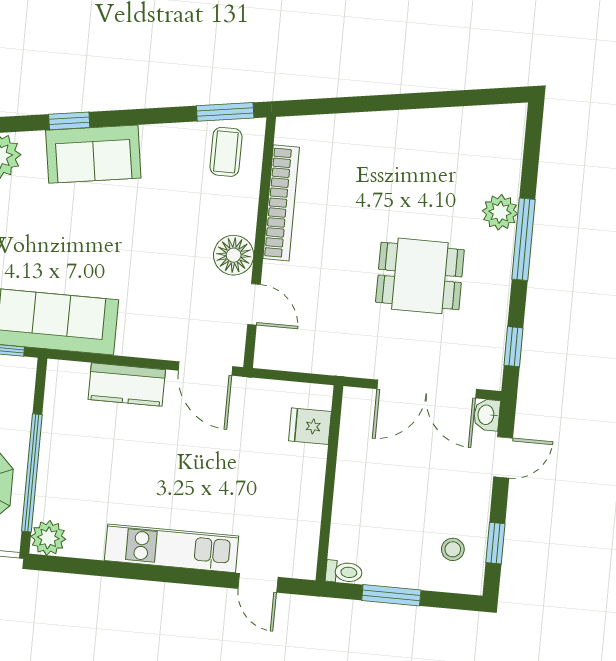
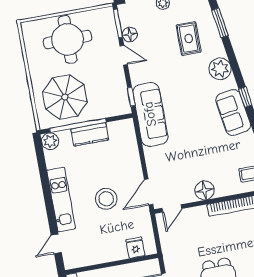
door: (254, 304) -> (172, 208), moved
kitchen counter: (127, 385) -> (90, 134), moved, turned -90
stool: (196, 457) -> (106, 199), added

